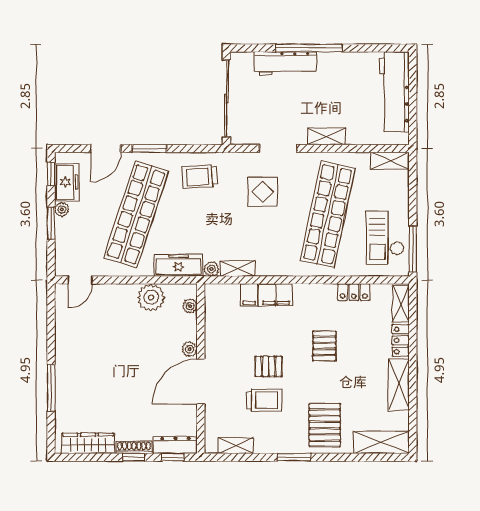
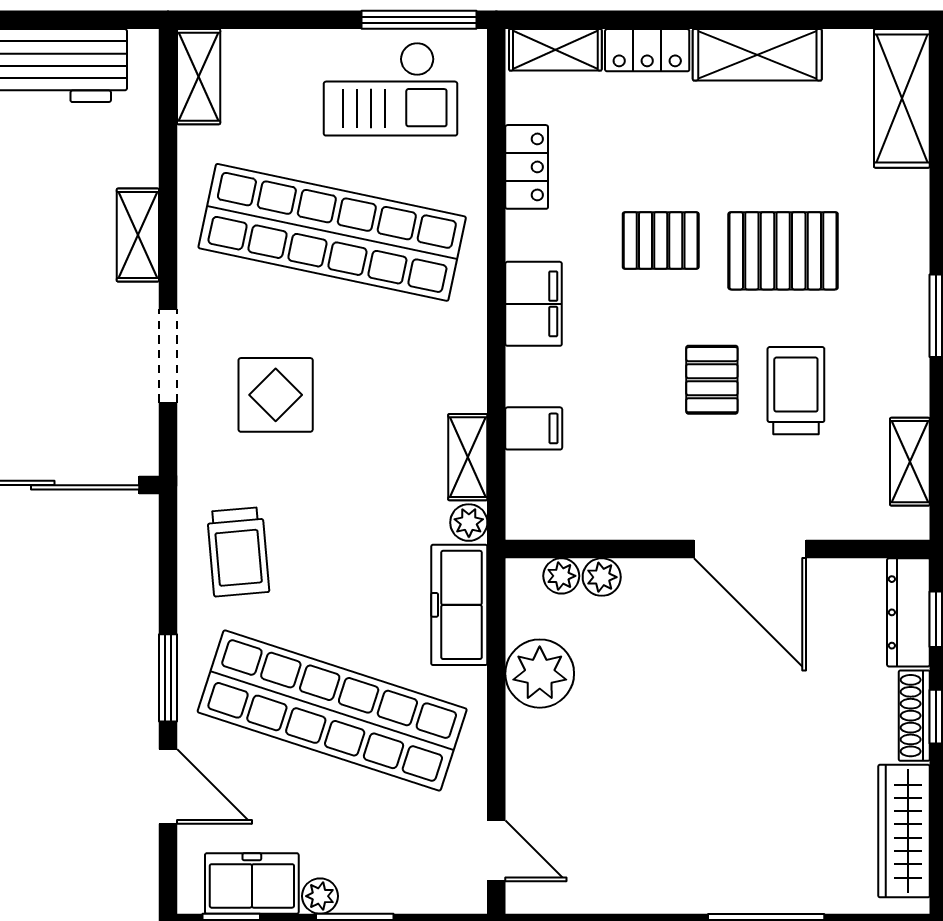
filing cabinet: (276, 295) -> (534, 304), moved
plant: (190, 349) -> (602, 577), moved
pallet: (325, 425) -> (783, 251), moved

